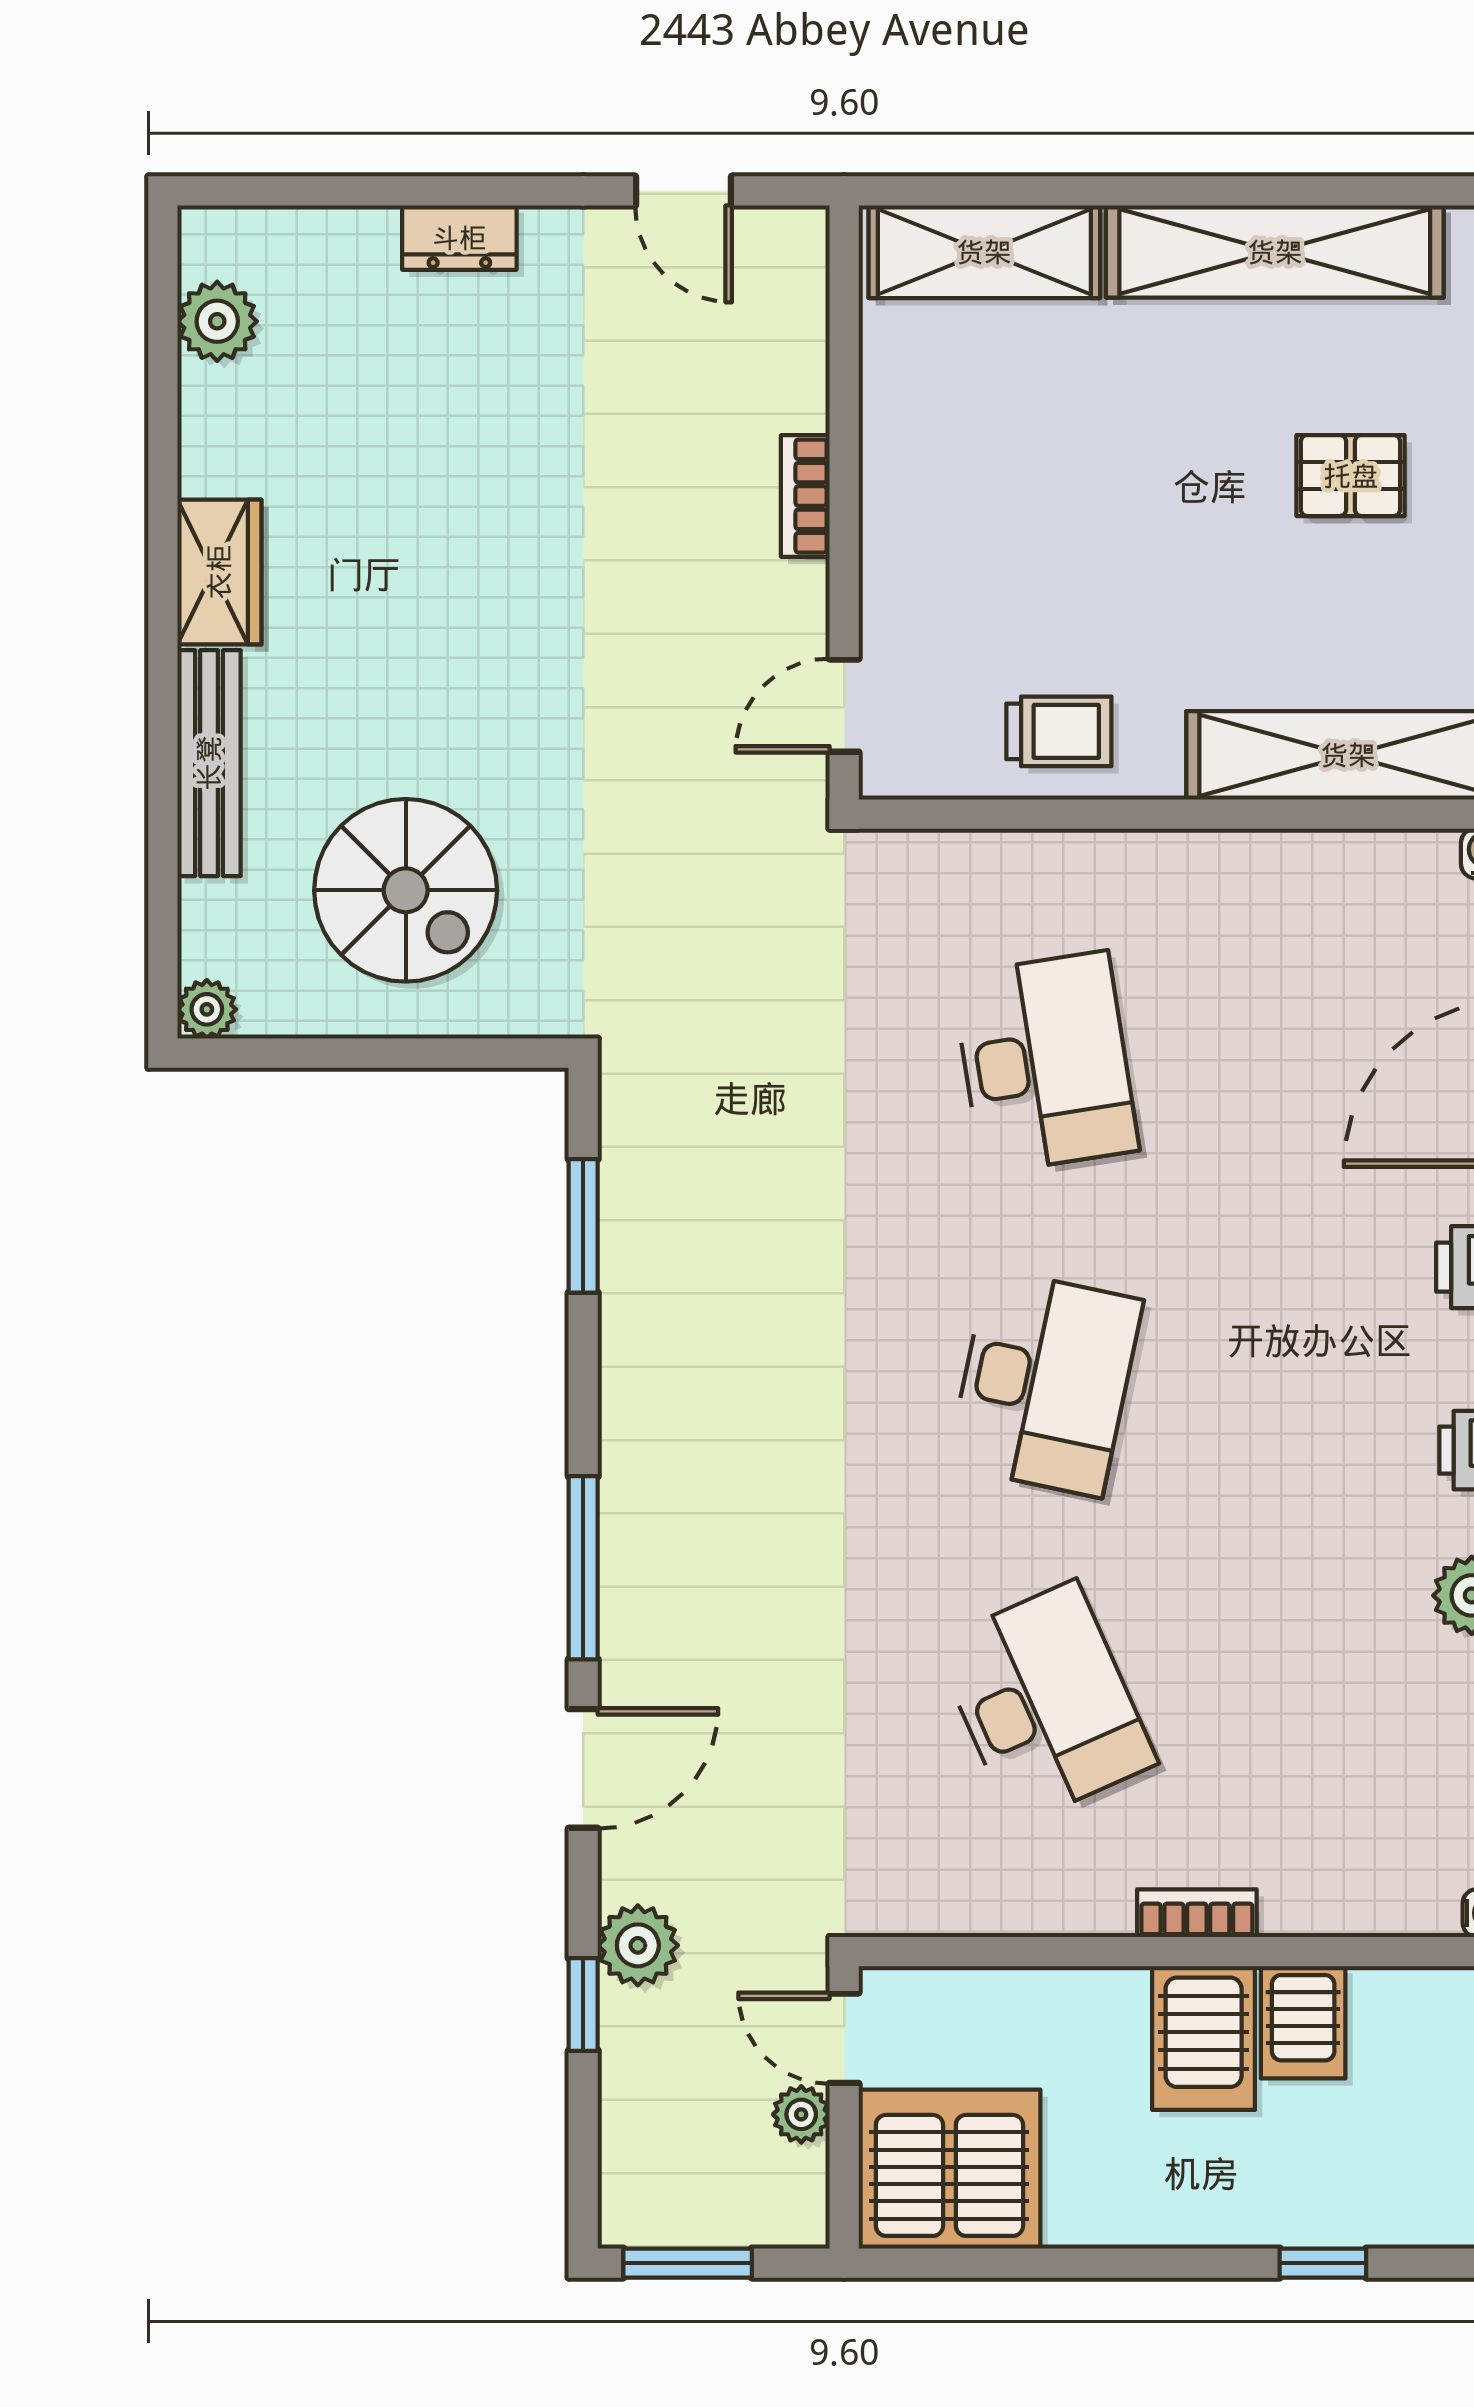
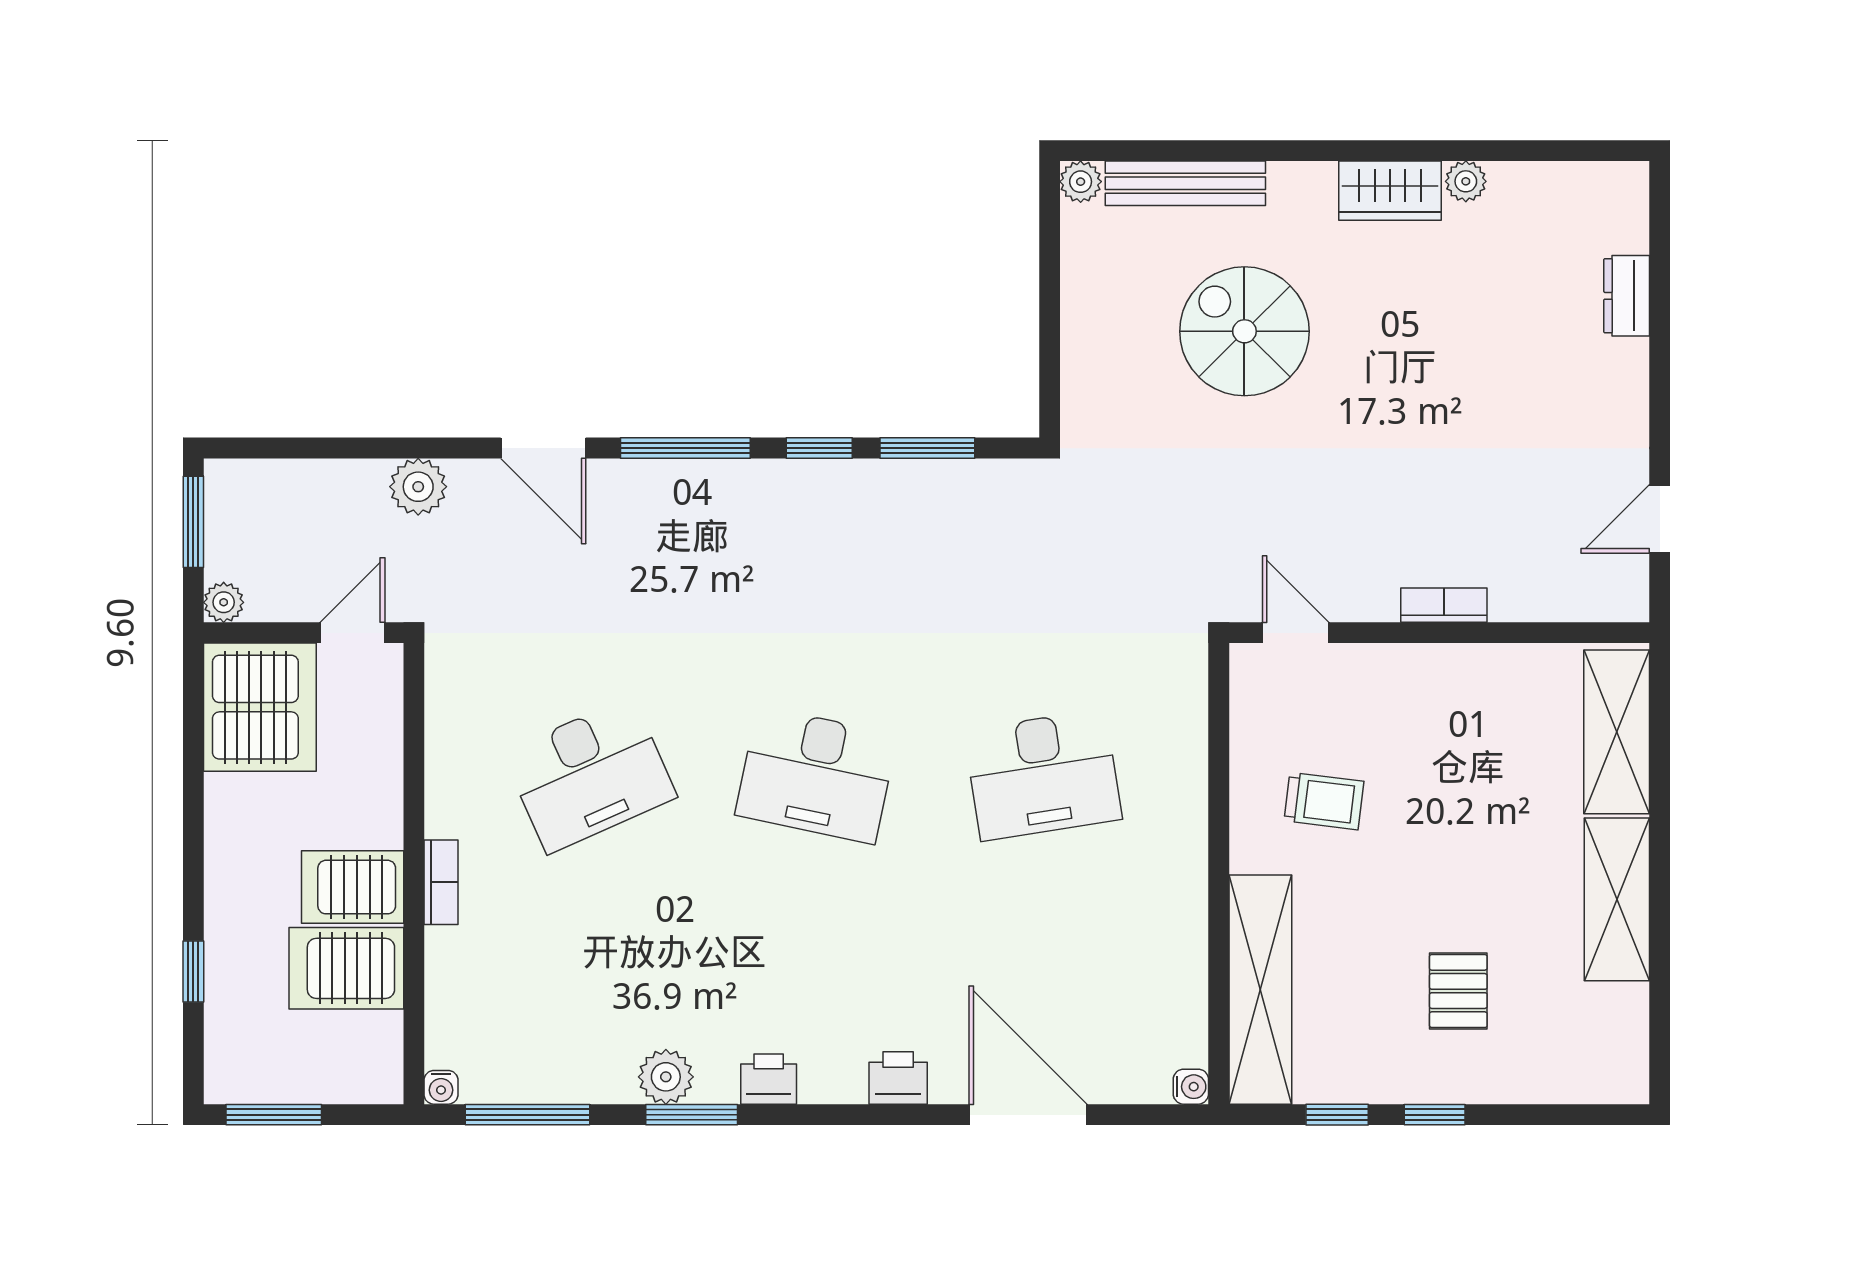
dresser: (459, 238) -> (1627, 296), moved
shelving: (1275, 252) -> (1617, 899), width x0.68
plant: (217, 321) -> (1466, 181), moved, width x0.73, depth x0.73
trolley: (1059, 731) -> (1324, 801), moved, turned -83
bench: (209, 763) -> (1185, 183), moved
spiral stairs: (406, 890) -> (1244, 331), moved, turned 90
window: (583, 2004) -> (819, 448), moved
server rack: (1303, 2022) -> (346, 968), width x1.36, depth x1.44
plant: (801, 2114) -> (224, 602), moved

